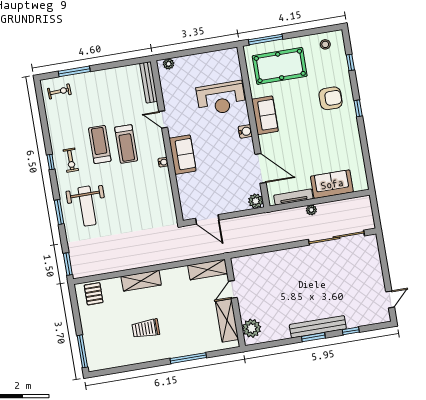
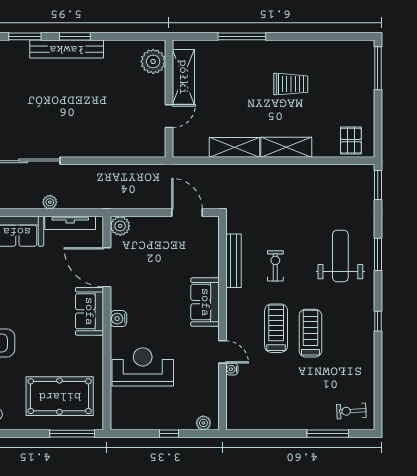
window: (193, 52) -> (169, 434), added
bench: (149, 82) -> (233, 261), moved
sofa: (265, 115) -> (89, 311), moved
treadmill: (100, 145) -> (310, 333), turned 180
exercise bike: (71, 160) -> (275, 266), moved
water cooler: (163, 162) -> (232, 369), moved
shelving: (208, 270) -> (234, 147), moved
window: (351, 331) -> (25, 36), width x1.50

